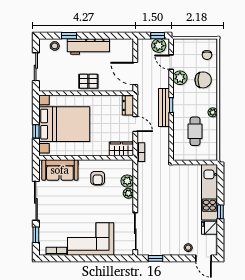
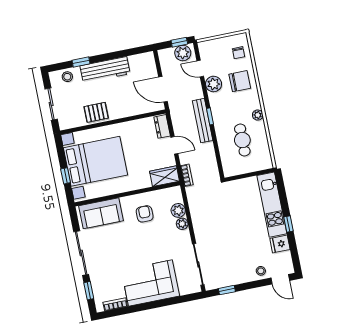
pallet: (88, 81) -> (96, 112), moved
armchair: (98, 178) -> (145, 214), turned 180

